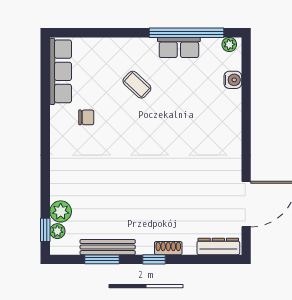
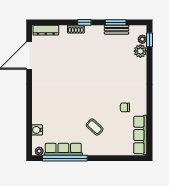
row of seats: (179, 48) -> (63, 149), width x1.48
bench: (108, 247) -> (117, 30), width x0.73

